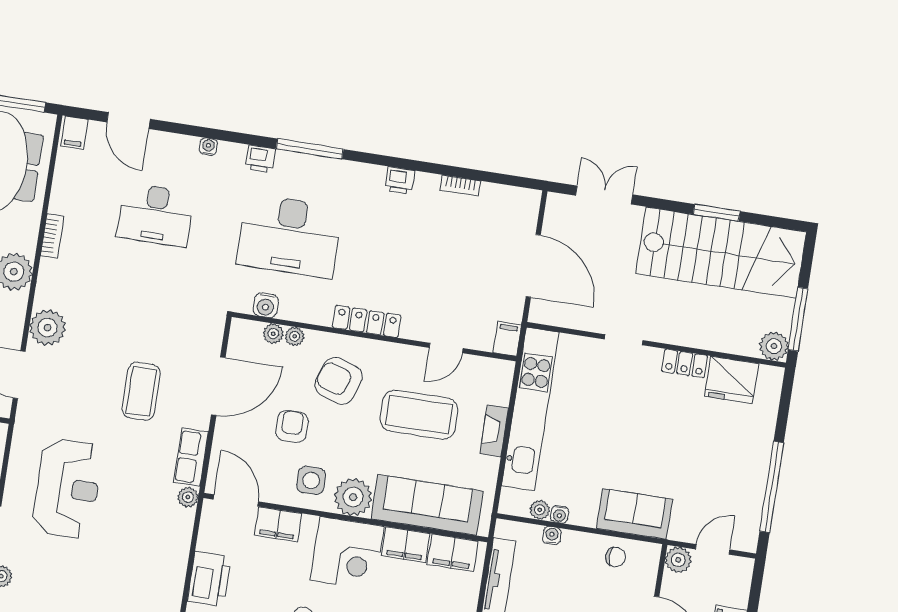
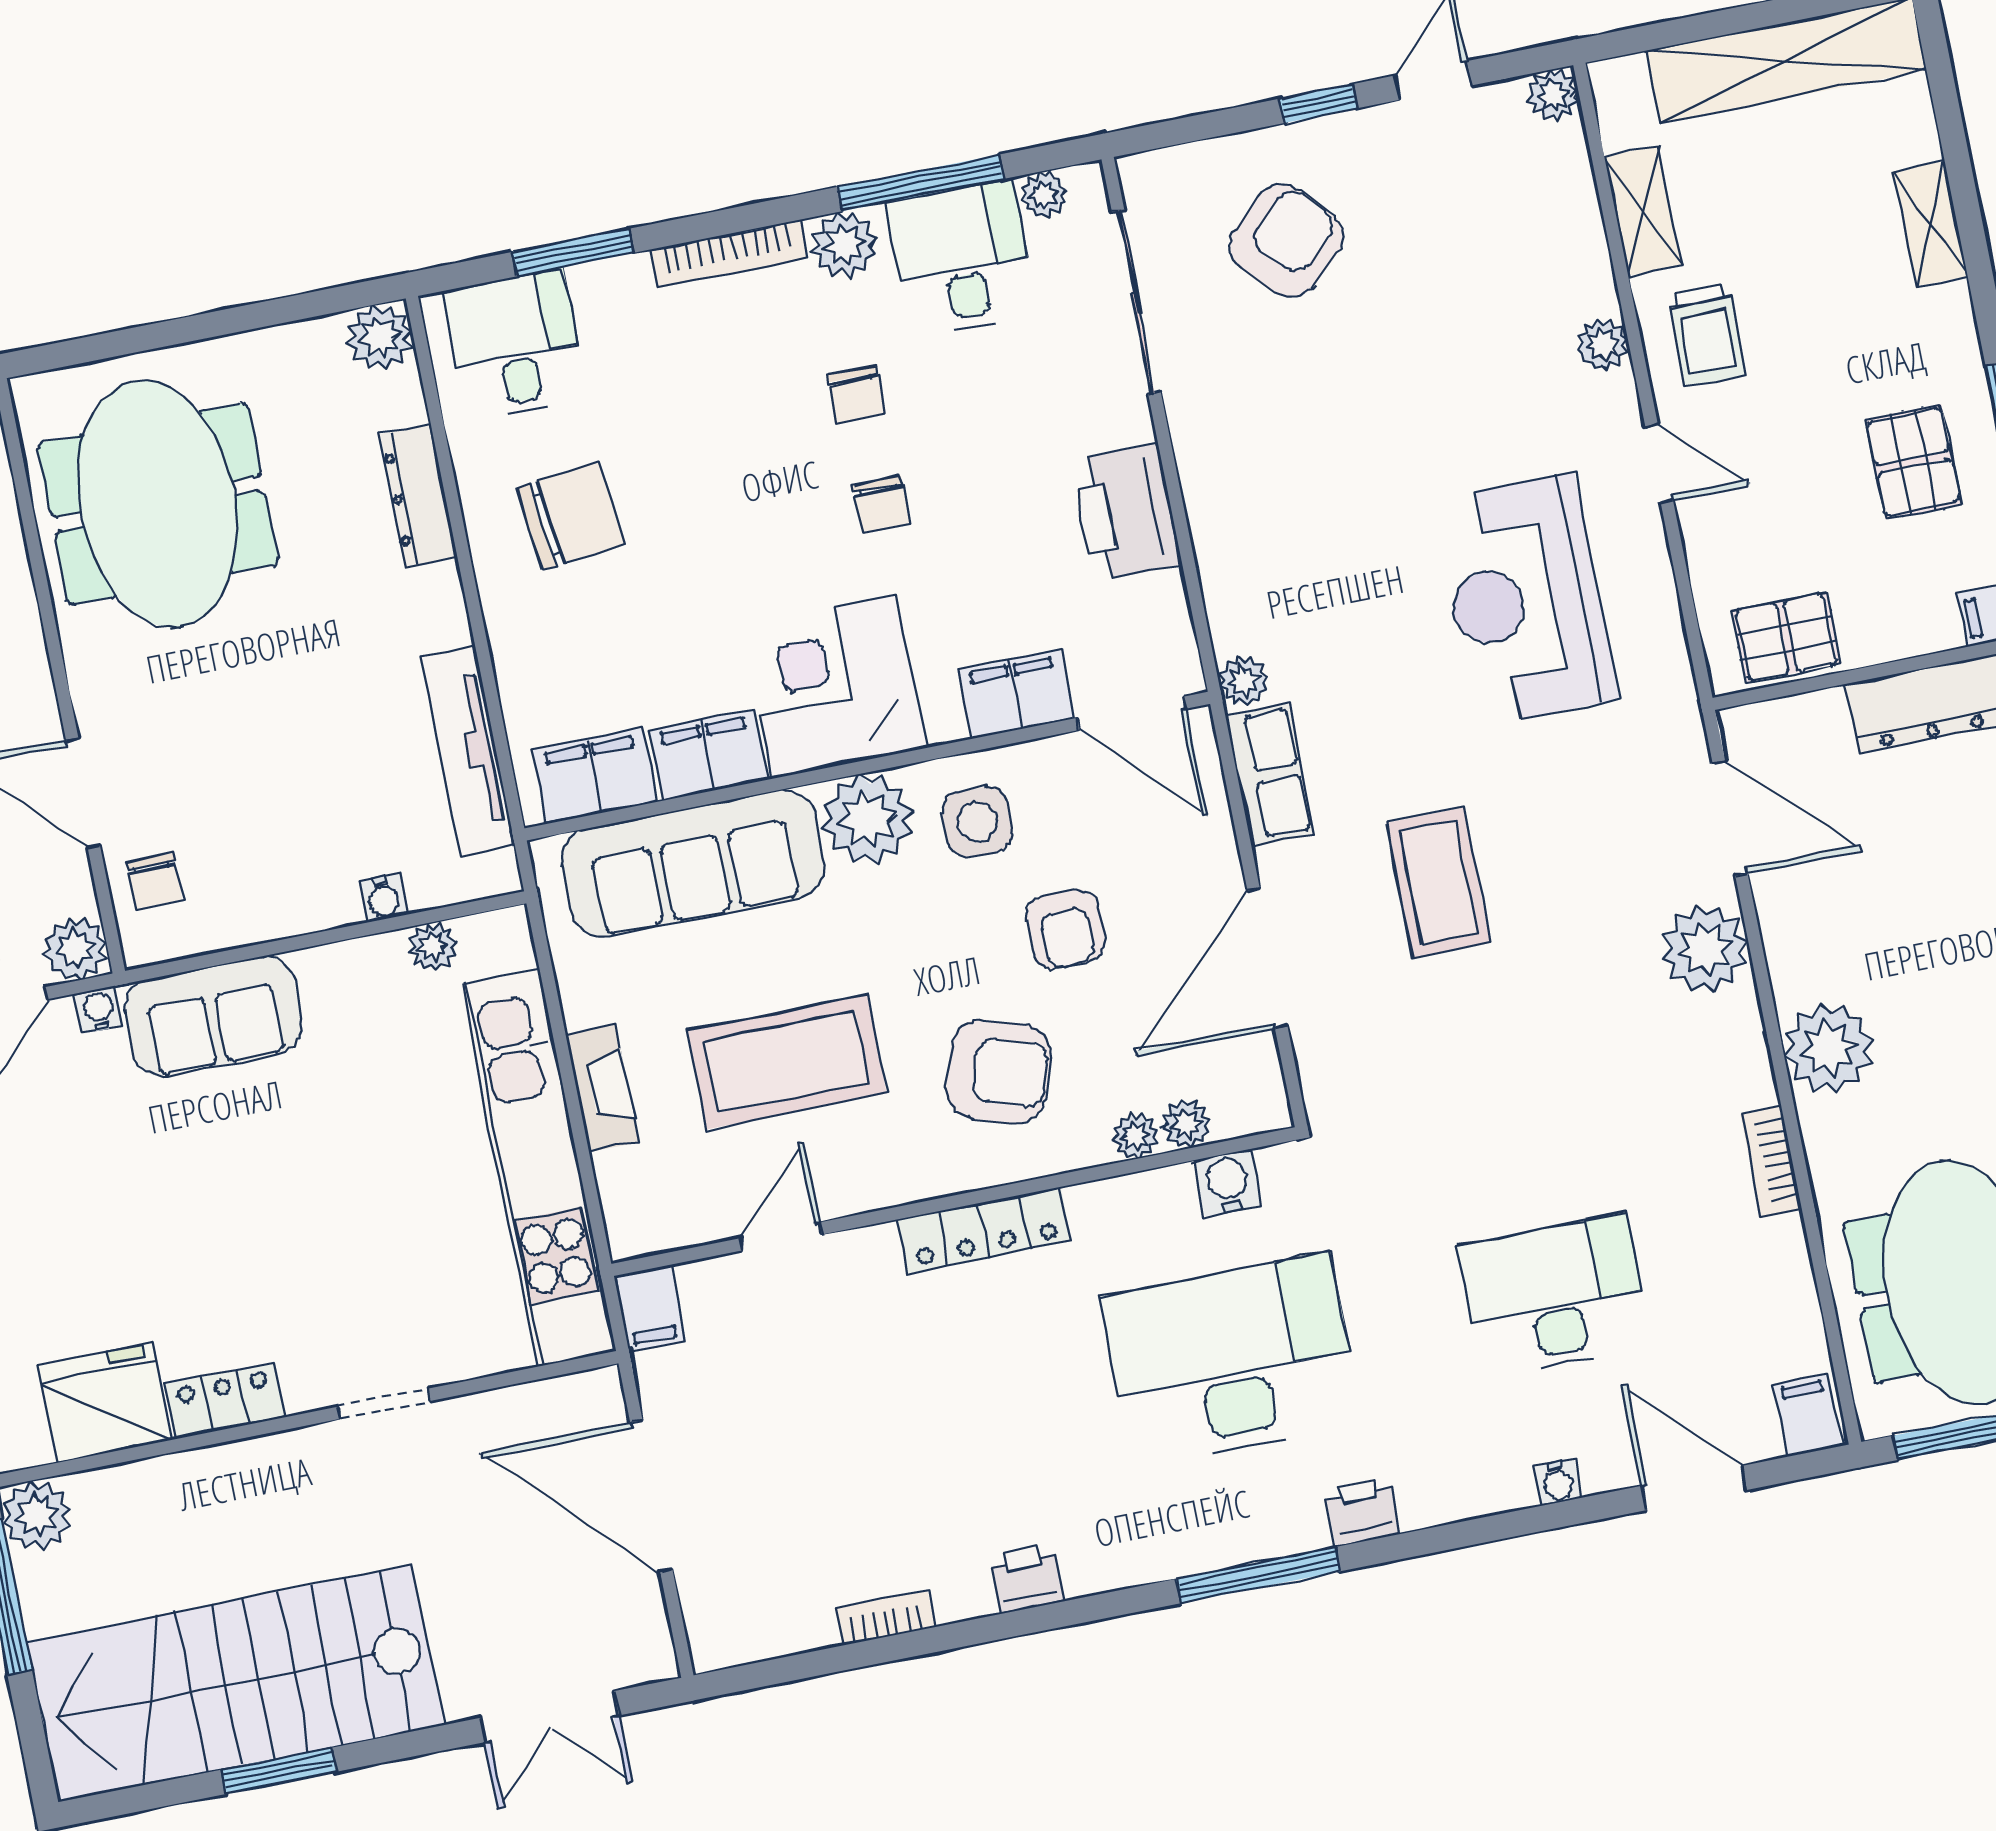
water cooler: (208, 147) -> (1558, 1482), moved
water cooler: (560, 514) -> (99, 1010), moved
chair: (616, 557) -> (154, 881), moved, turned -90

